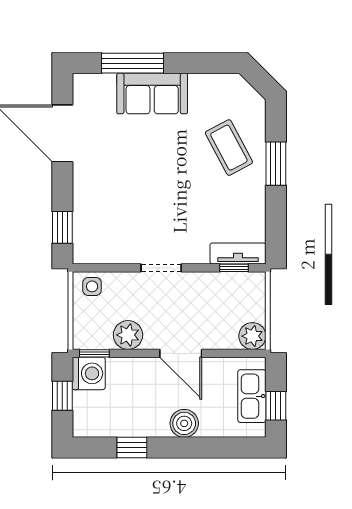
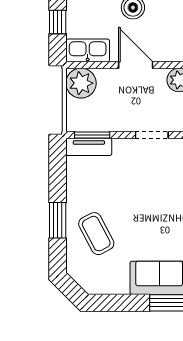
window: (234, 268) -> (92, 135), width x1.50
plant: (252, 336) -> (81, 83), width x1.36, depth x1.36
kitchen sink: (252, 396) -> (88, 50), moved, turned -90

